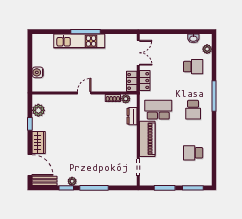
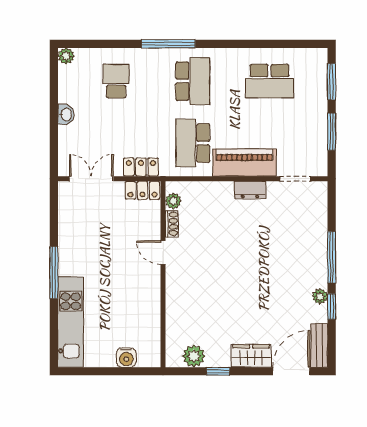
washbasin: (193, 38) -> (66, 114), moved
kitchen unit: (79, 41) -> (71, 322), moved
plant: (207, 49) -> (66, 56), moved
door: (84, 93) -> (163, 252), moved
school desk: (193, 110) -> (193, 81), width x1.85
dresser: (132, 116) -> (250, 190), moved
school desk: (193, 153) -> (269, 81), width x1.85

